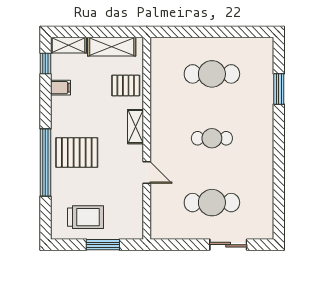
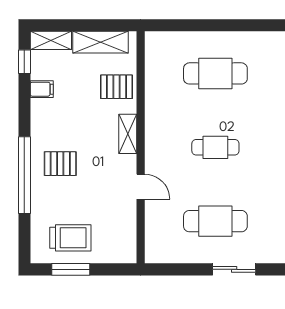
pallet: (77, 152) -> (60, 164), width x0.67, depth x0.71
window: (103, 245) -> (71, 269), moved

